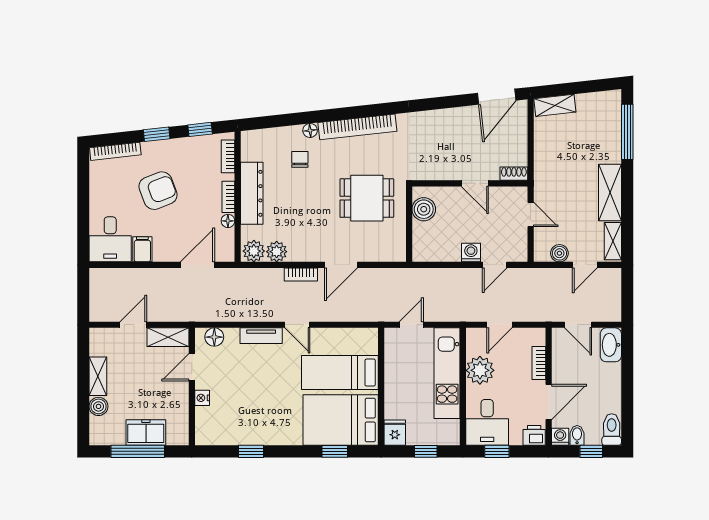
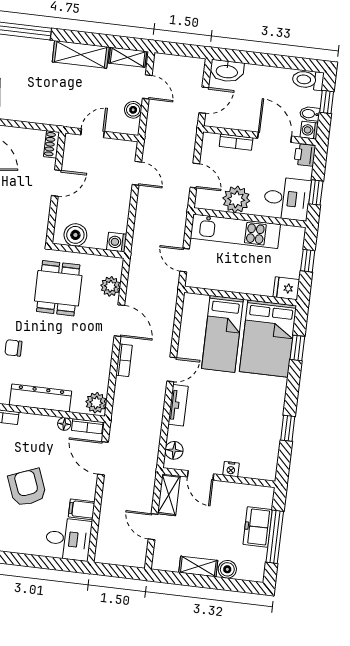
bookcase: (228, 197) -> (87, 426), moved
plant: (277, 252) -> (110, 286), moved
washing machine: (471, 253) -> (117, 242), moved

